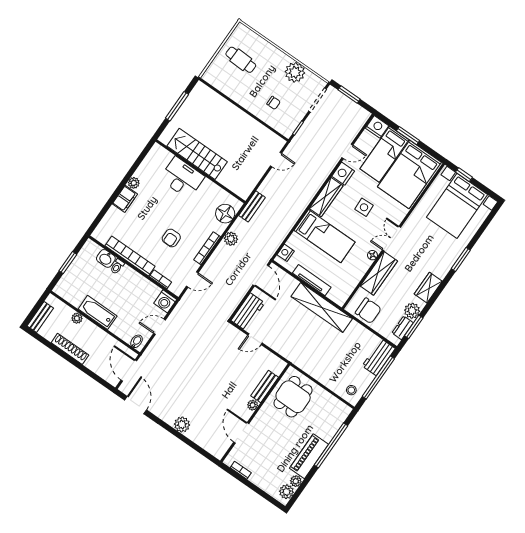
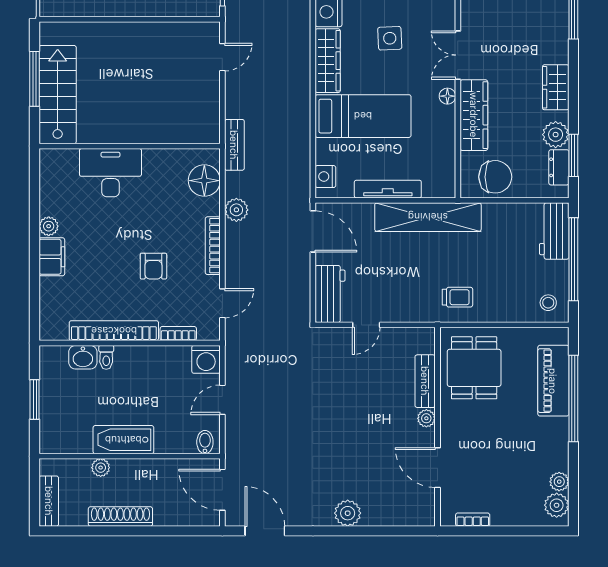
stairs: (197, 154) -> (58, 95), moved, turned 90
trolley: (309, 357) -> (457, 297), added
piano: (309, 456) -> (553, 381), moved

